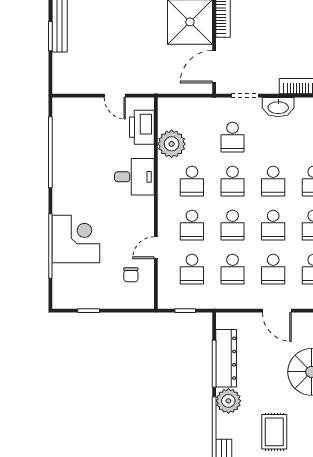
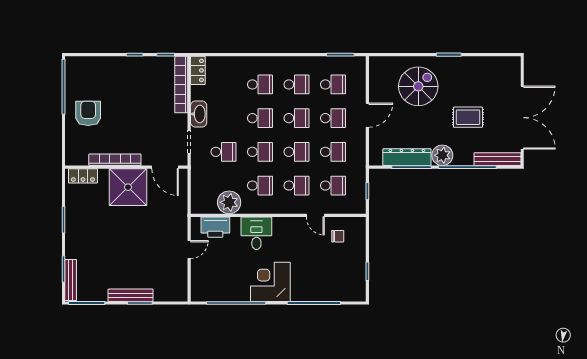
corner desk: (76, 239) -> (270, 282), moved

